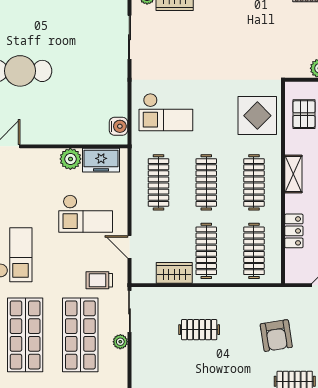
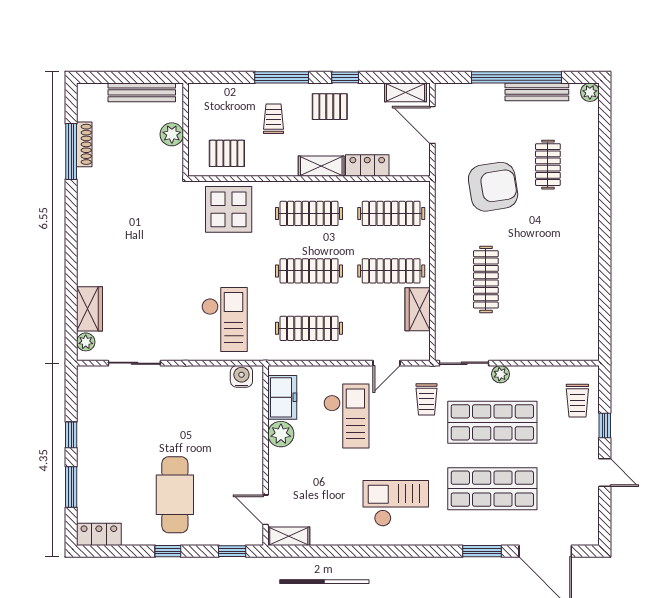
shelving: (293, 174) -> (321, 166), moved
clothes rail: (199, 330) -> (486, 279), width x1.36
armchair: (276, 336) -> (493, 187), width x1.36, depth x1.36

